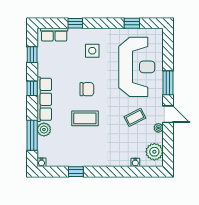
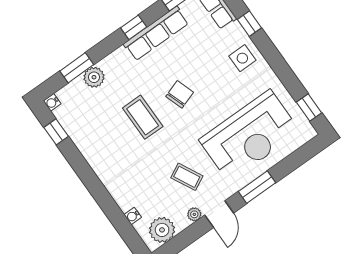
window: (132, 23) -> (309, 108), moved
side table: (92, 51) -> (242, 58), moved
chair: (87, 89) -> (180, 94), turned -109
row of seats: (44, 99) -> (156, 33), moved
window: (32, 135) -> (77, 68), width x0.69
window: (76, 172) -> (56, 132), moved

